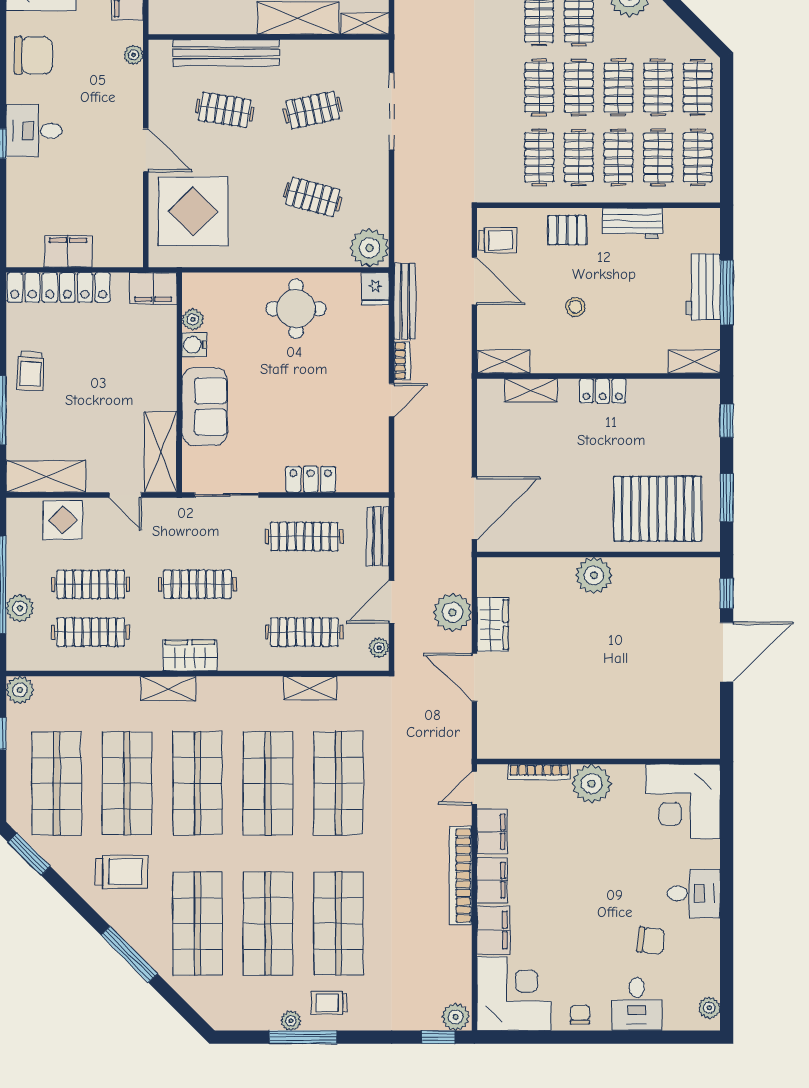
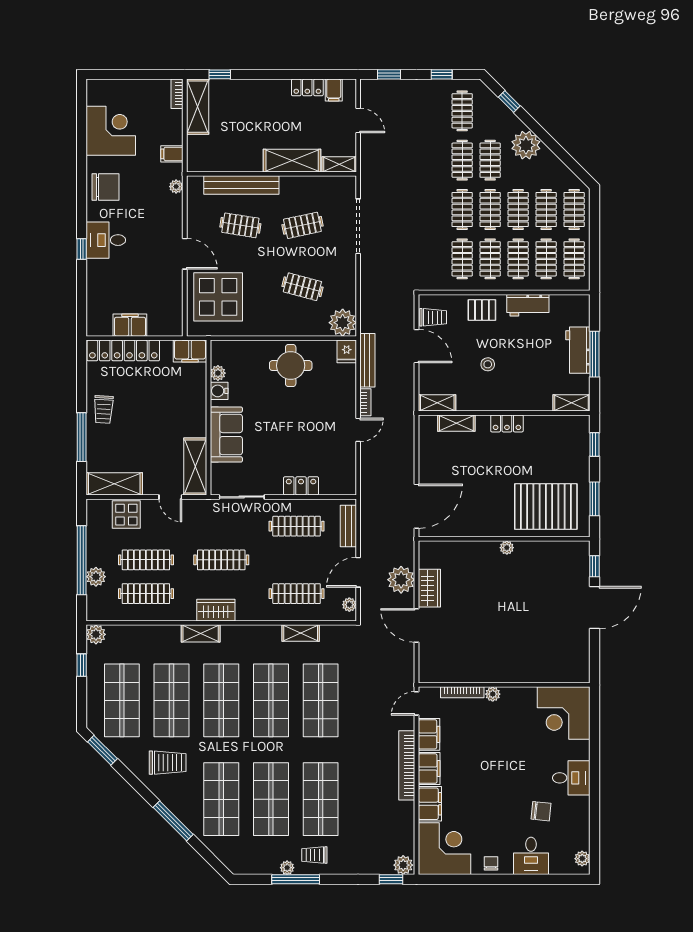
plant: (594, 575) -> (507, 548), width x0.53, depth x0.53
plant: (592, 784) -> (493, 694), width x0.53, depth x0.53

